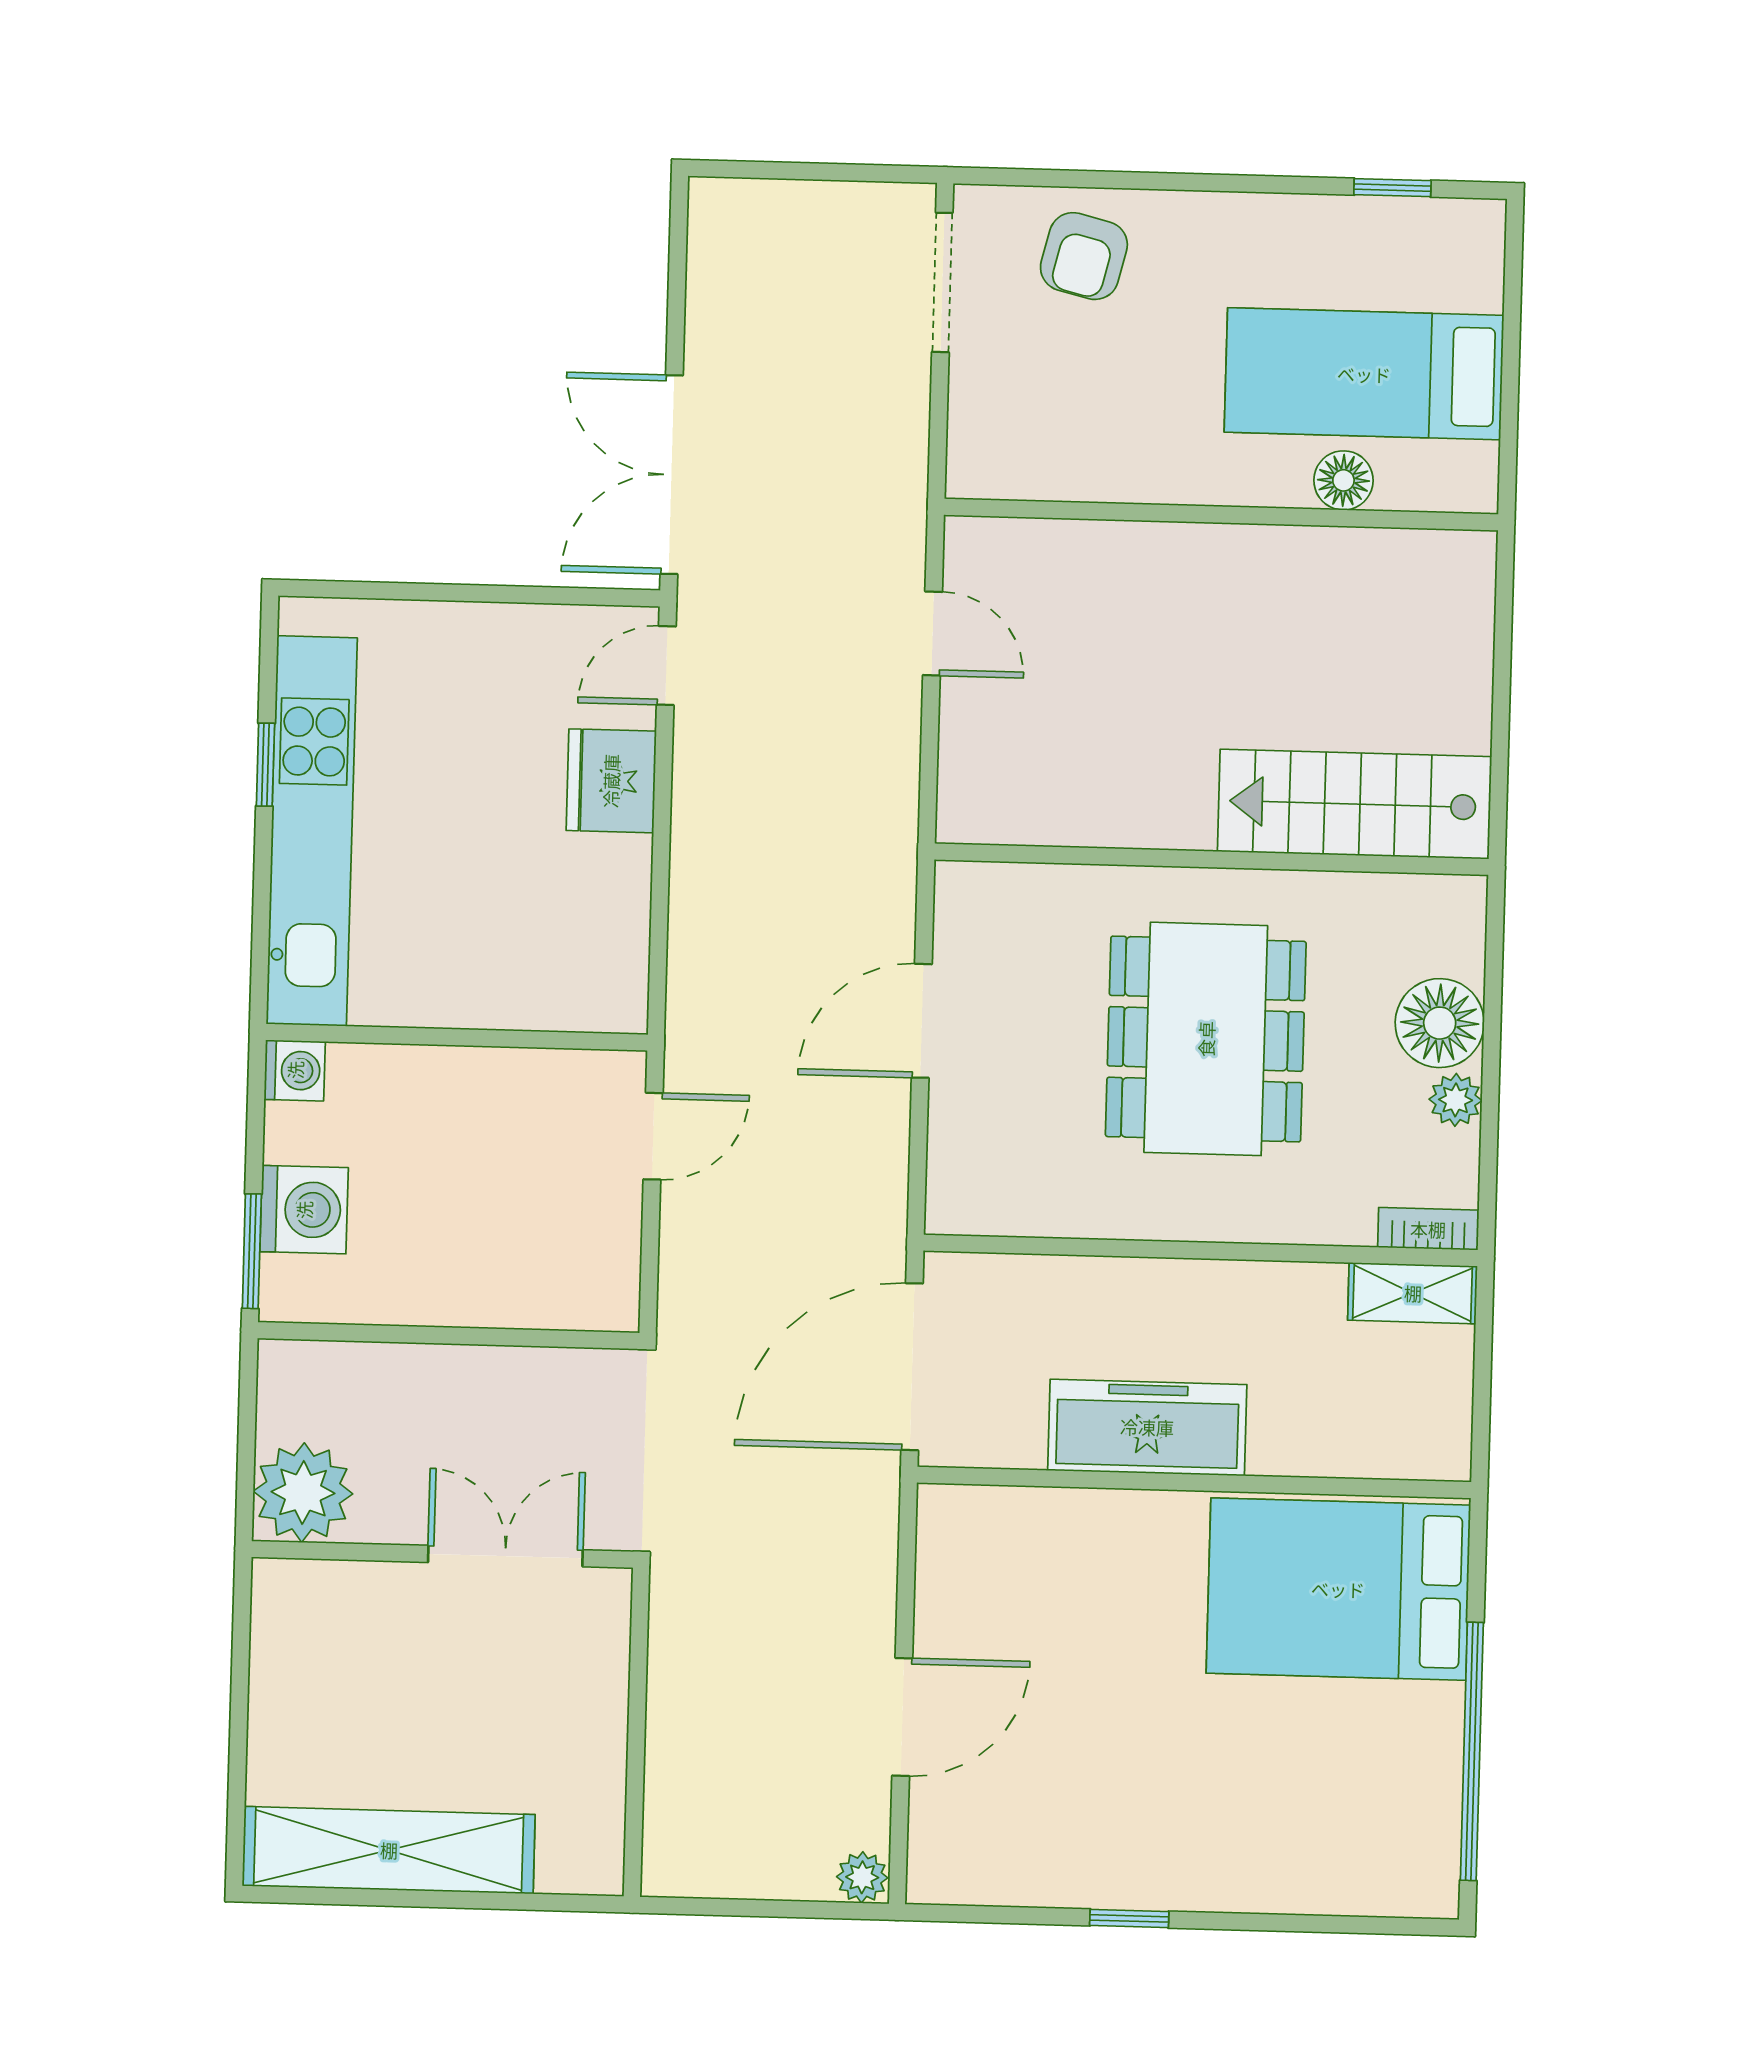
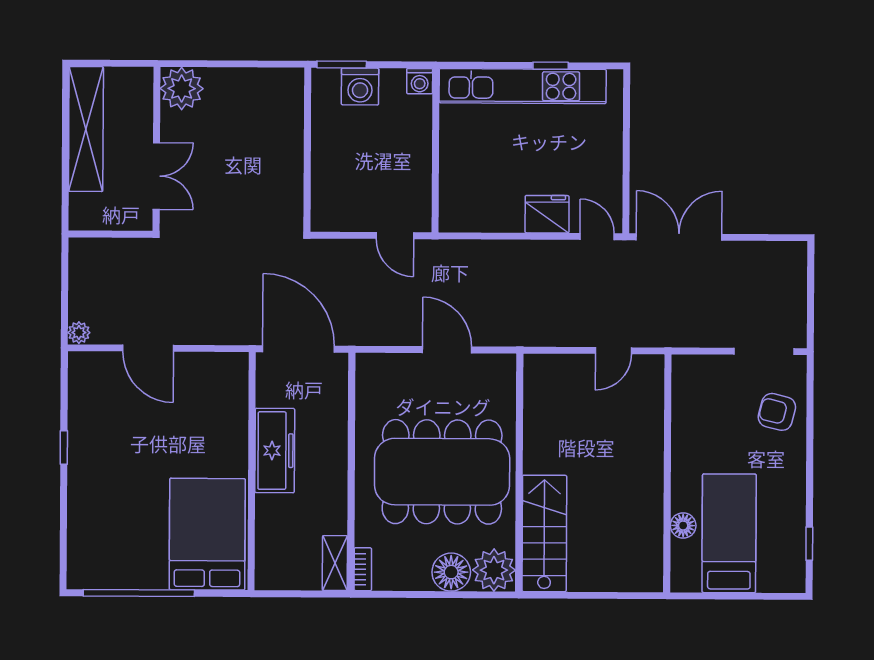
dining table: (1206, 1039) -> (442, 472), width x1.36, depth x1.24
plant: (1456, 1100) -> (494, 570), moved, width x1.88, depth x1.88
plant: (303, 1493) -> (182, 88), moved
wall: (442, 1554) -> (156, 149), moved
double door: (505, 1556) -> (156, 176), moved

